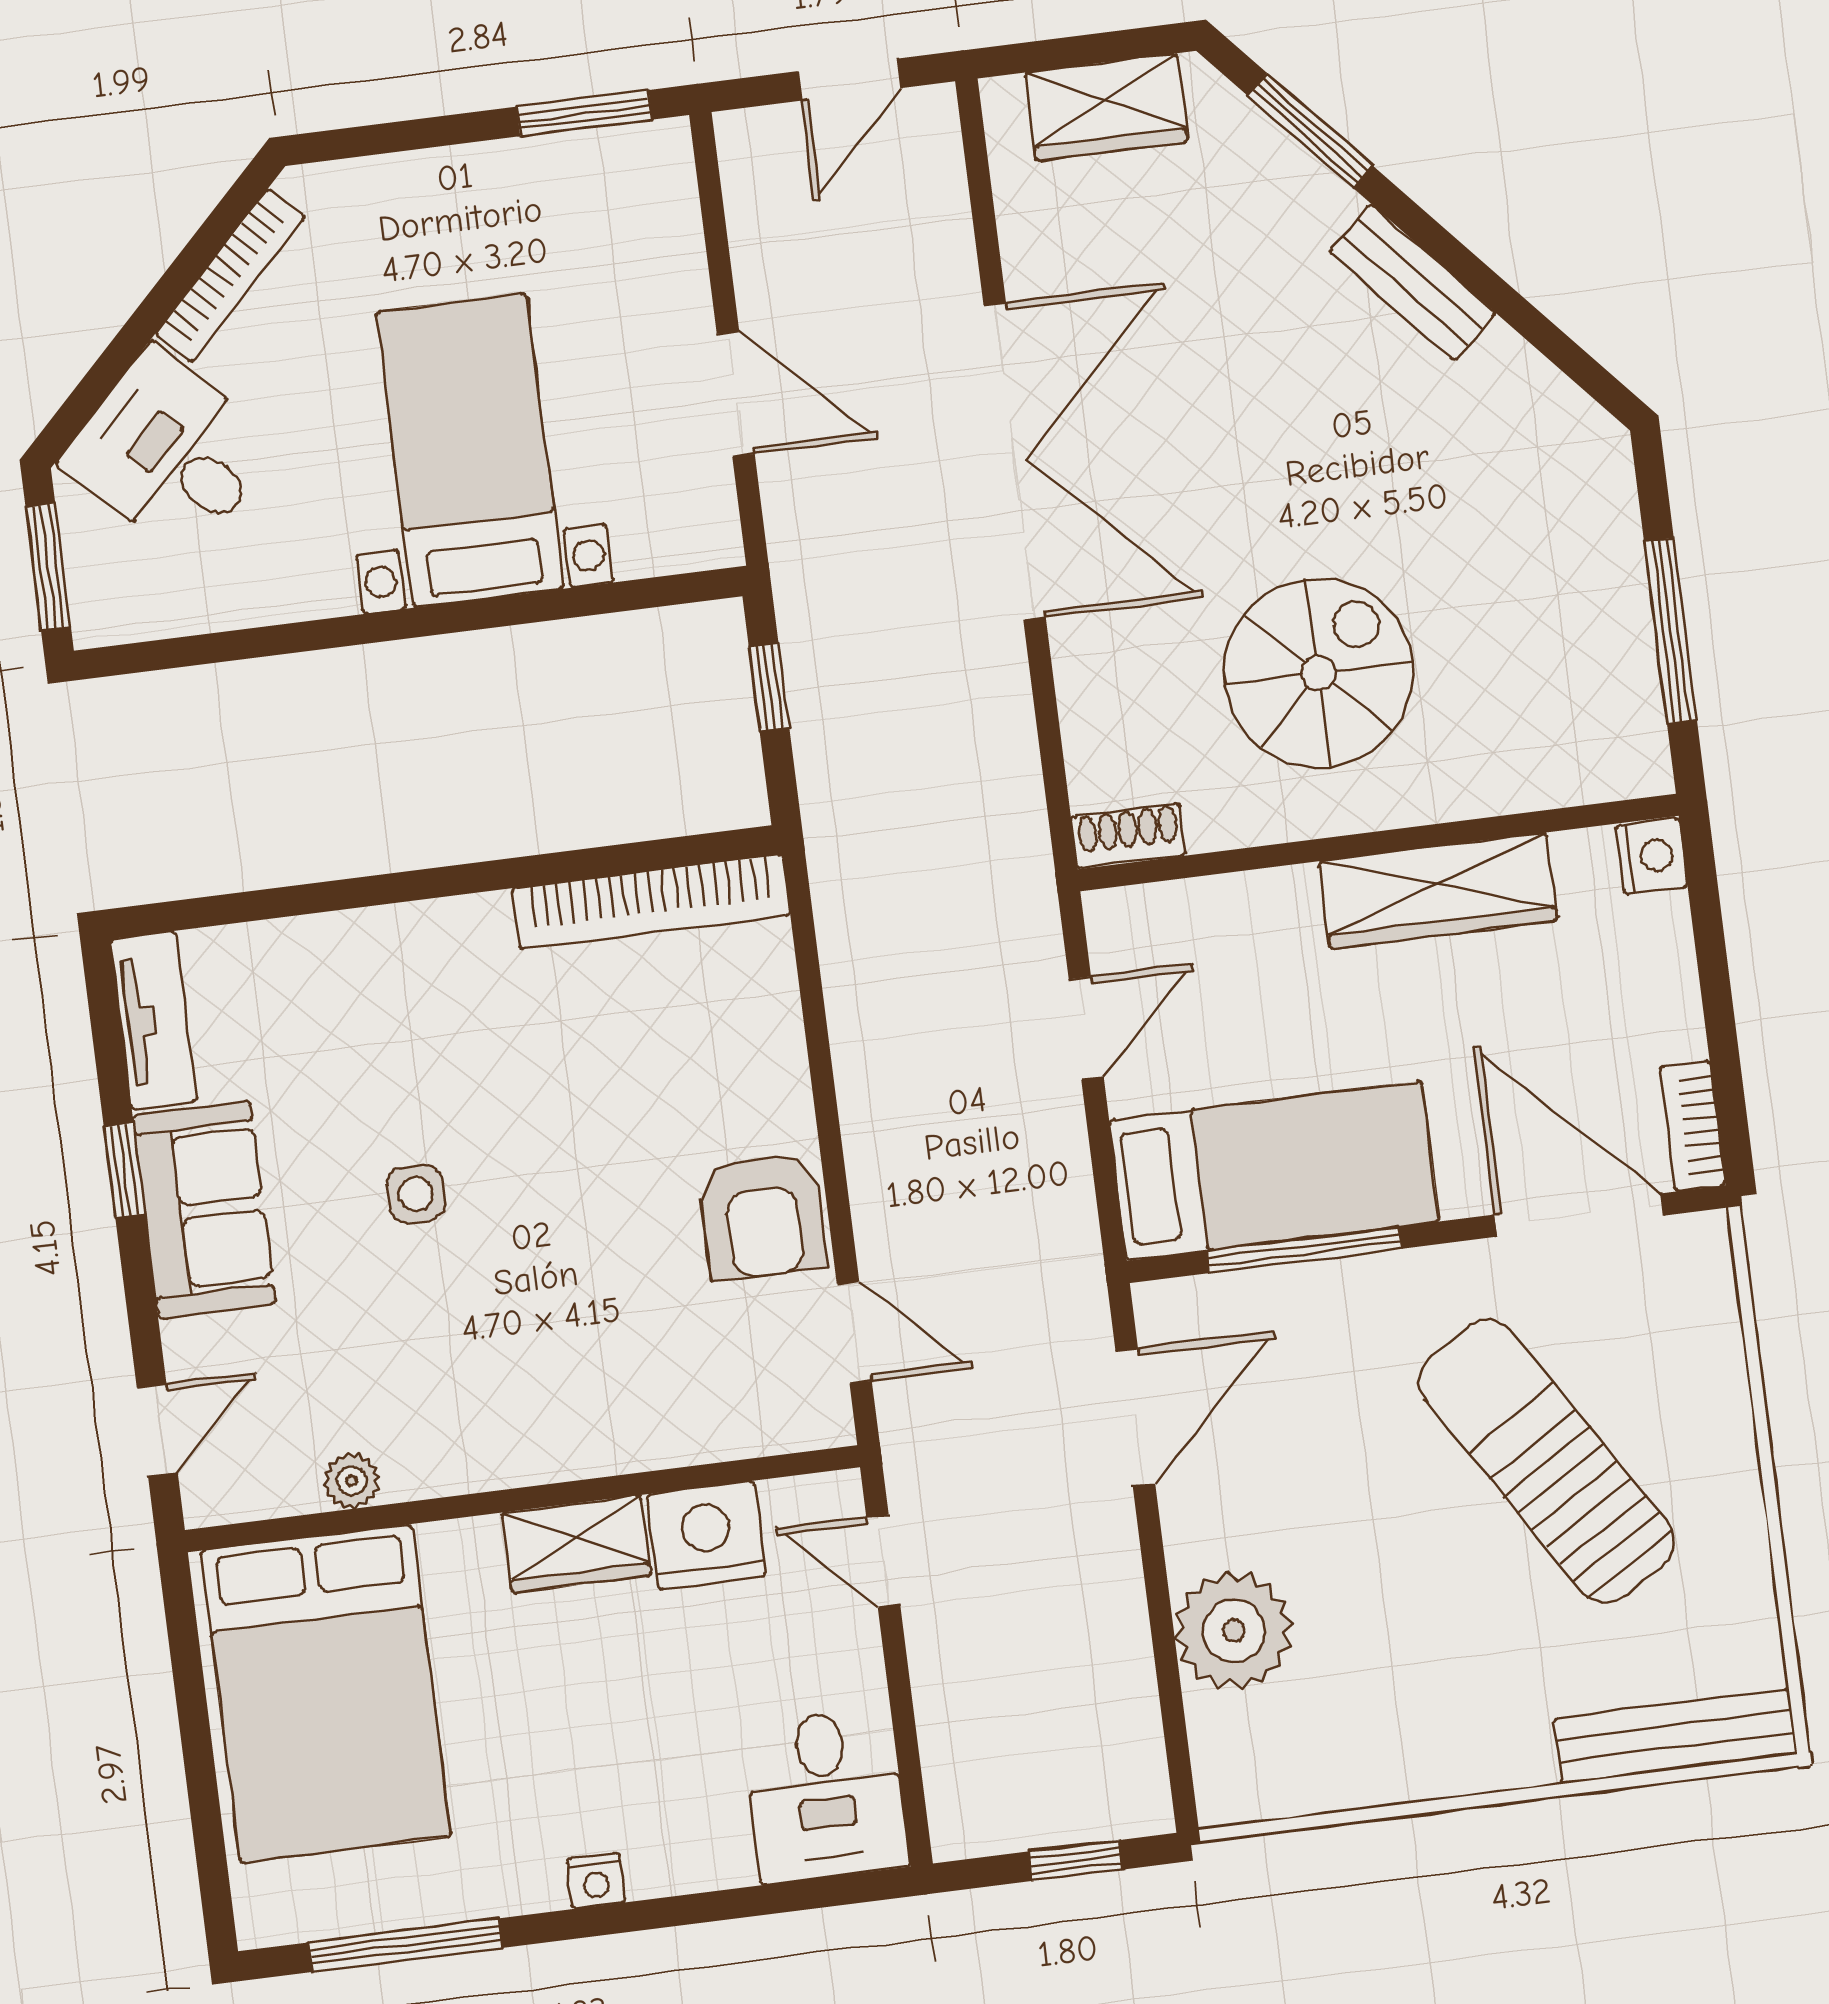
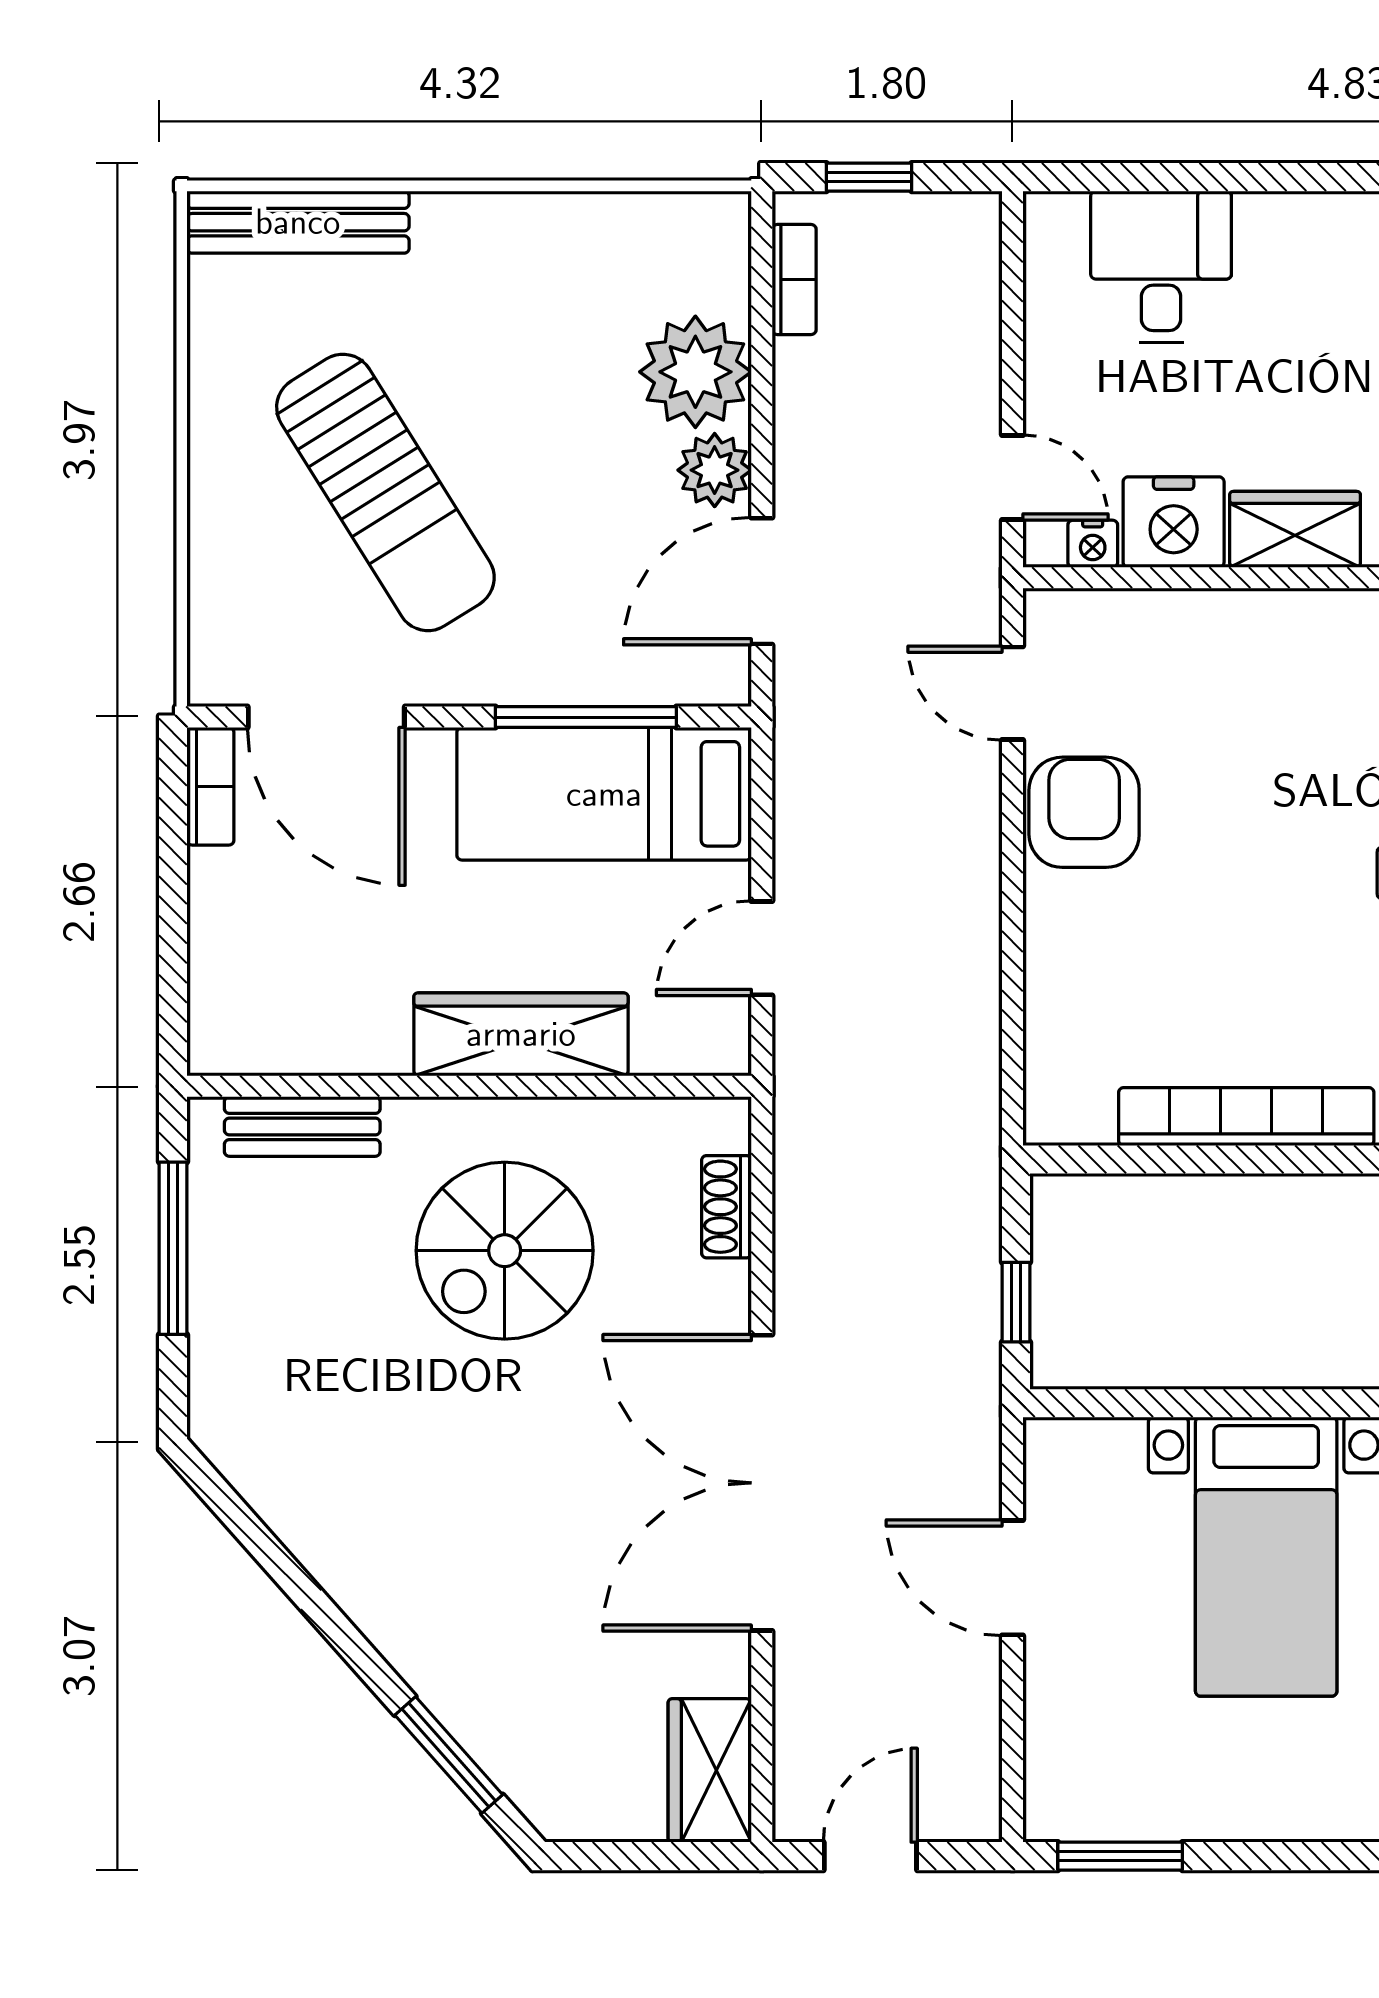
wardrobe: (1107, 107) -> (710, 1770), moved, turned -90
bench: (1413, 282) -> (302, 1127), moved, turned -48
shoe rack: (1128, 836) -> (726, 1207), moved, turned 90
nightstand: (1652, 856) -> (217, 1041), removed
wardrobe: (1438, 891) -> (521, 1034), moved
bookcase: (651, 902) -> (1246, 1117), moved
plant: (1200, 1529) -> (715, 470), added
bookcase: (1141, 1742) -> (794, 279), added
desk: (826, 1795) -> (1161, 267), moved
nightstand: (596, 1881) -> (1093, 544), moved, turned 180

